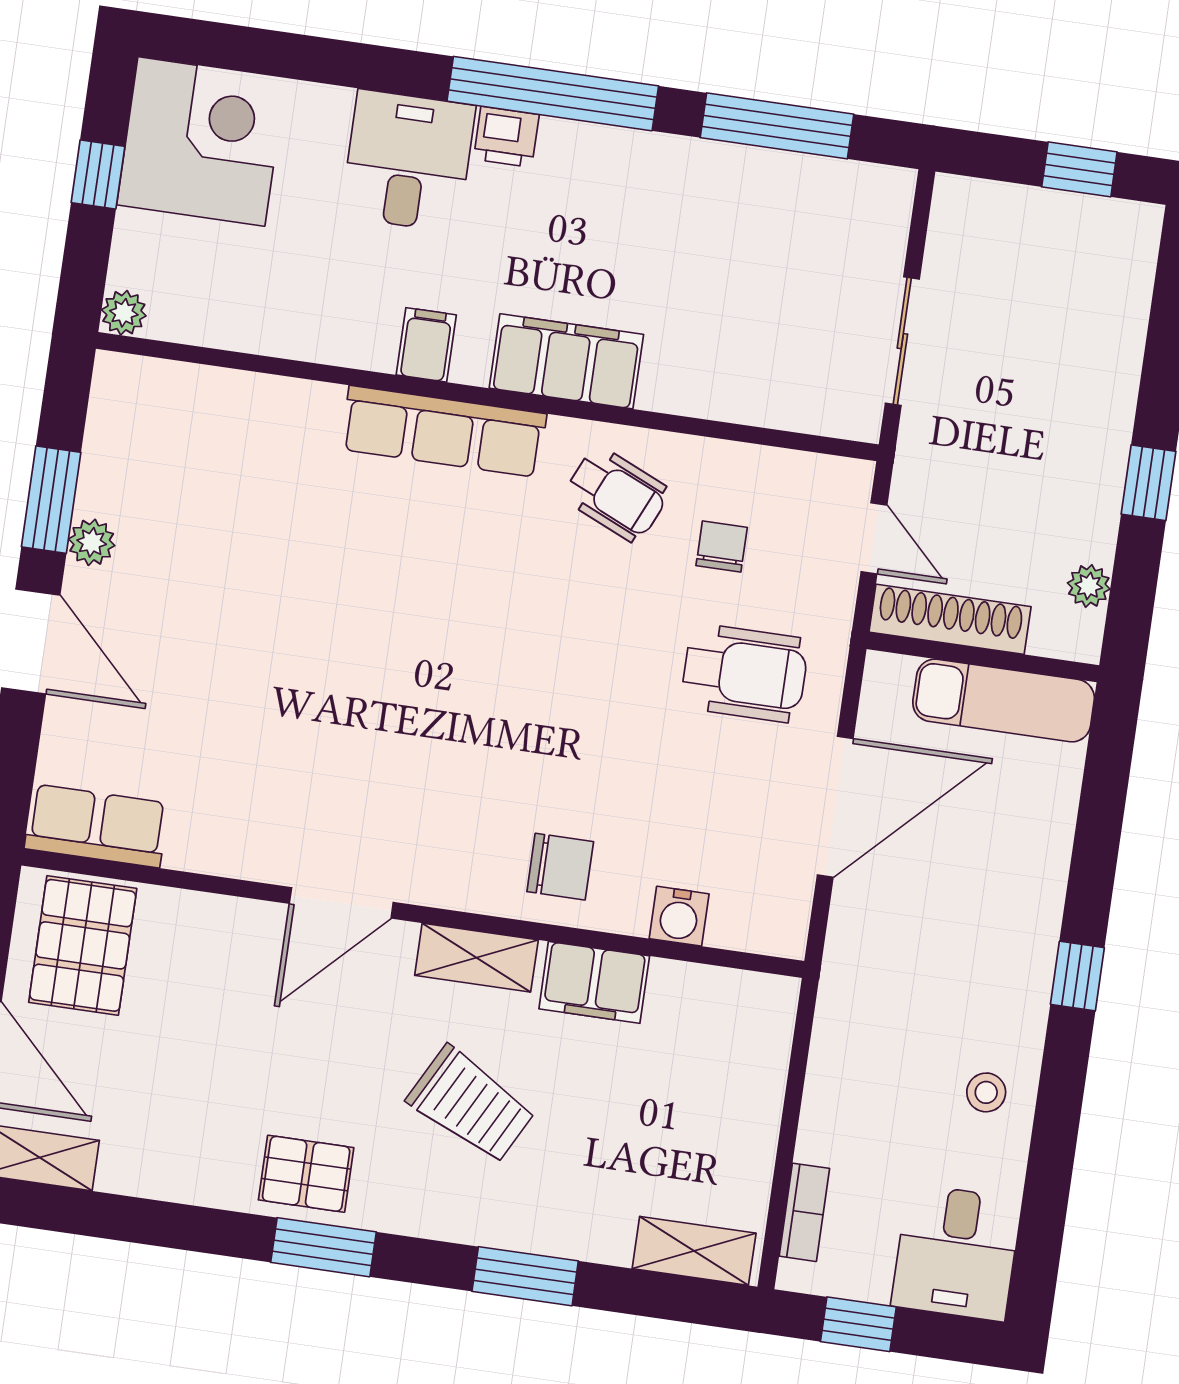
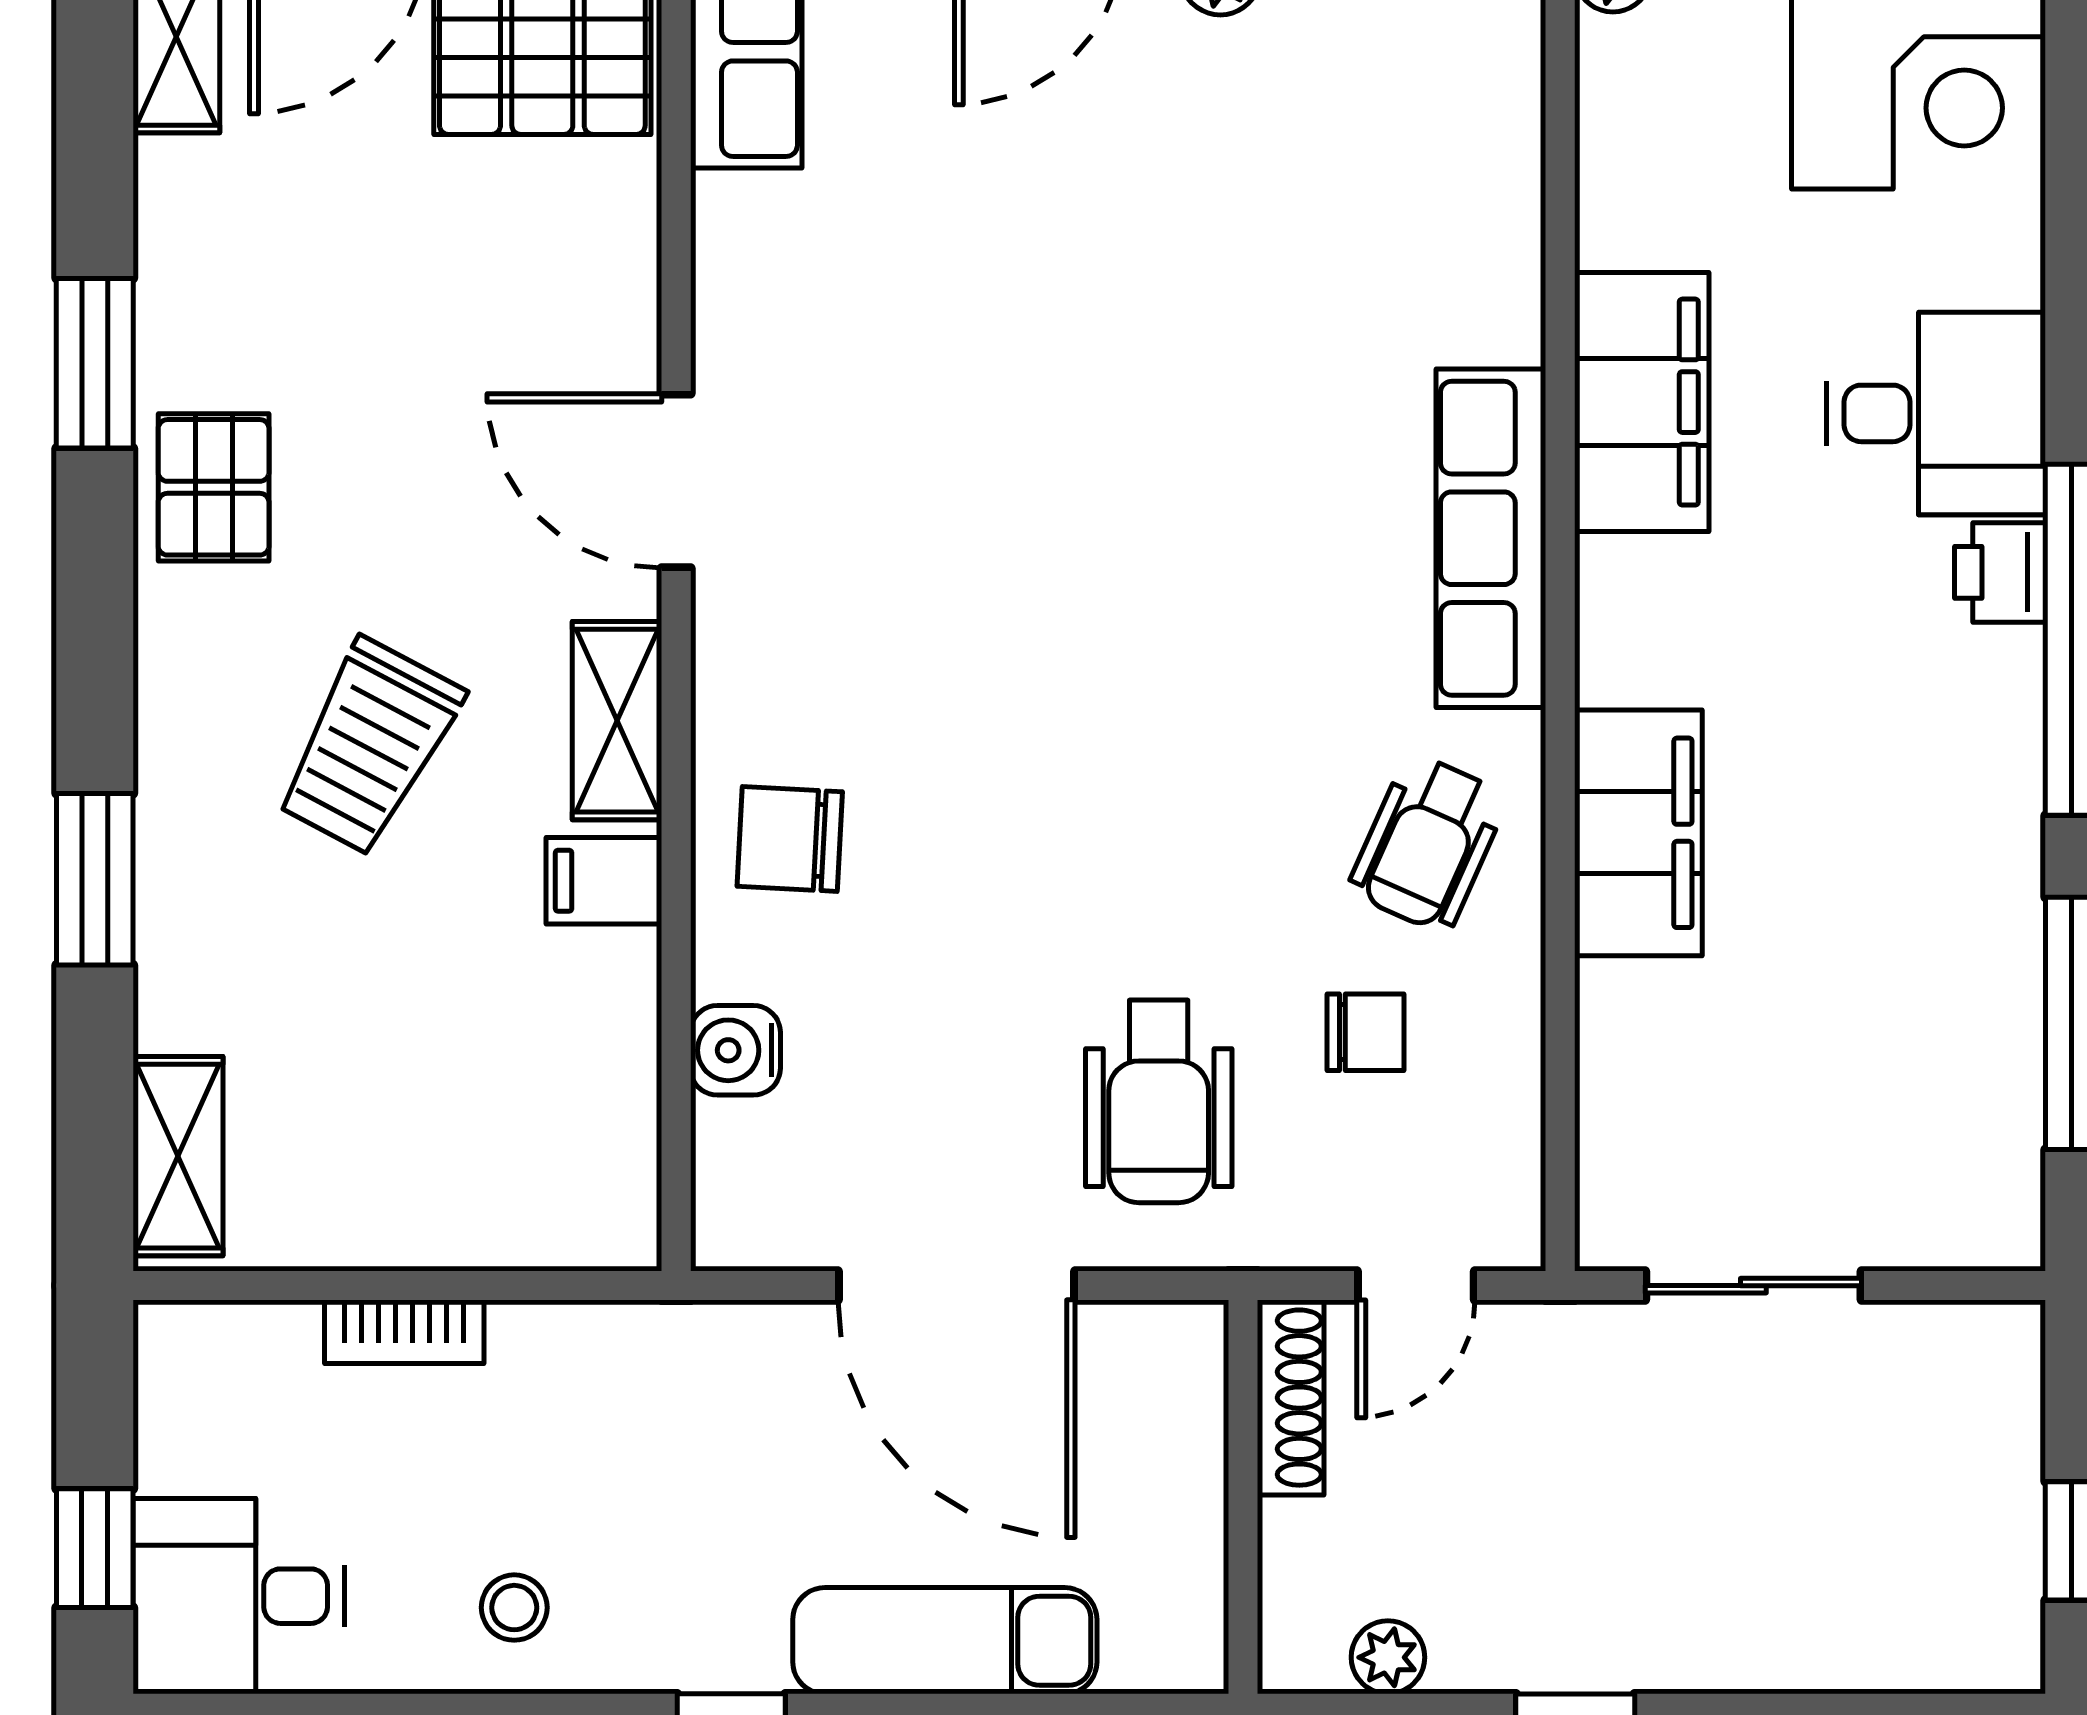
filing cabinet: (426, 345) -> (1642, 402), width x3.00, depth x1.17
filing cabinet: (566, 361) -> (1638, 833), moved
shoe rack: (950, 619) -> (1291, 1398), width x0.74, depth x0.81
exam couch: (1004, 700) -> (945, 1641), moved, turned 90
chair: (560, 867) -> (790, 839), turned 93
filing cabinet: (594, 982) -> (604, 881), width x0.50
bookcase: (804, 1212) -> (404, 1332), moved
window: (323, 1247) -> (95, 363), moved
window: (858, 1324) -> (95, 1548), moved

